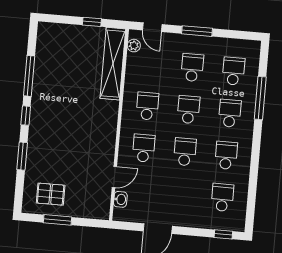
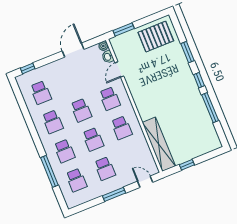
plant: (134, 46) -> (103, 46), moved
pallet: (51, 194) -> (156, 37), width x1.50, depth x1.42
window: (57, 220) -> (124, 30), moved

